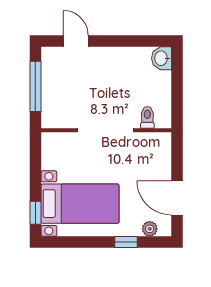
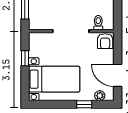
armchair: (158, 146) -> (105, 41), added
window: (35, 213) -> (25, 58), moved

